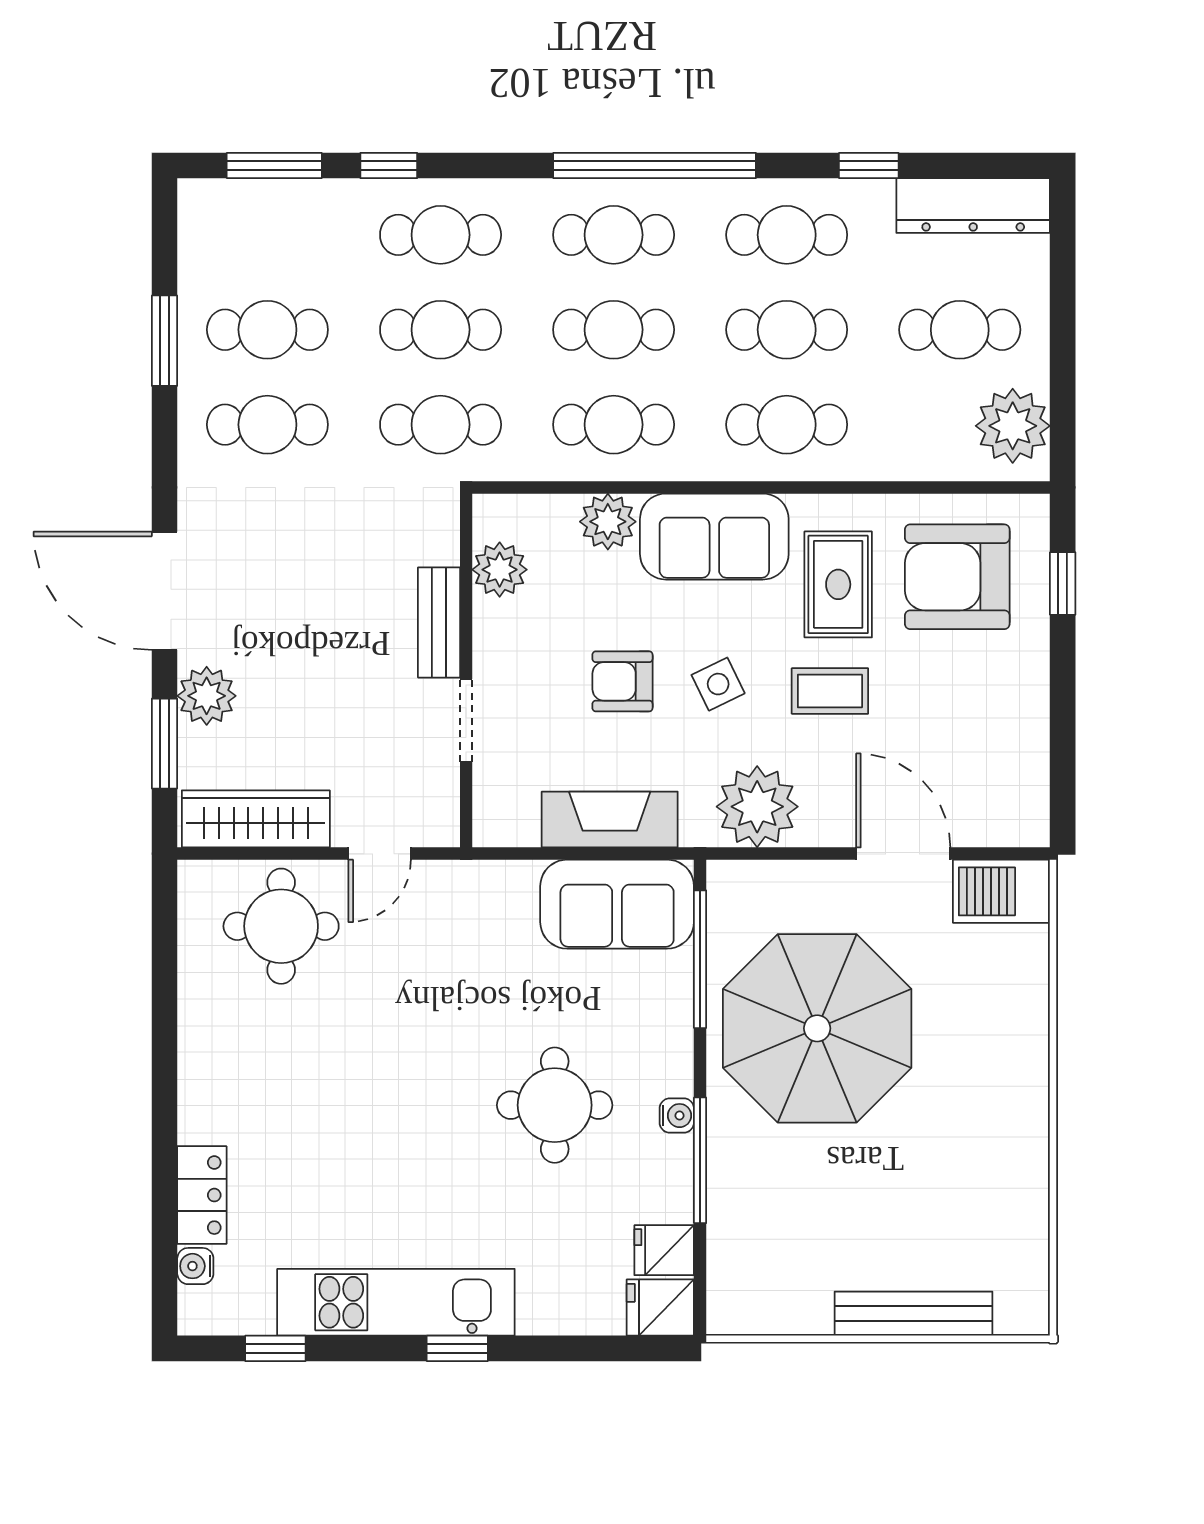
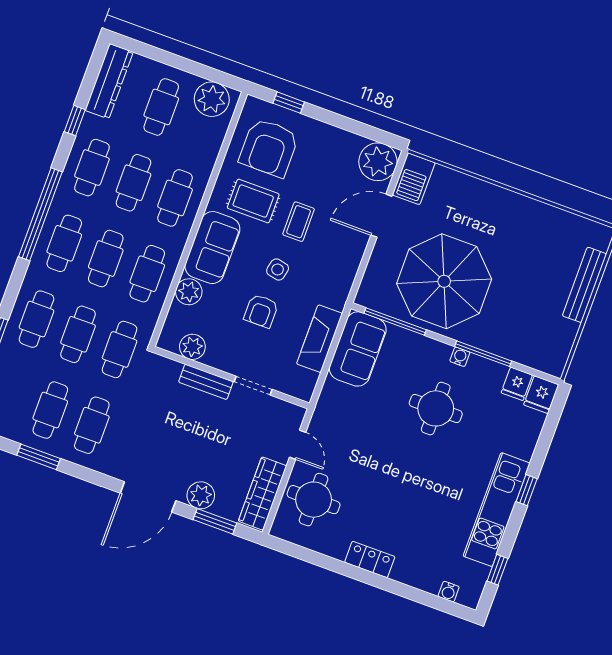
side table: (718, 684) -> (278, 270), turned 38
plant: (757, 807) -> (378, 162), moved
locker: (202, 1195) -> (370, 559), moved

